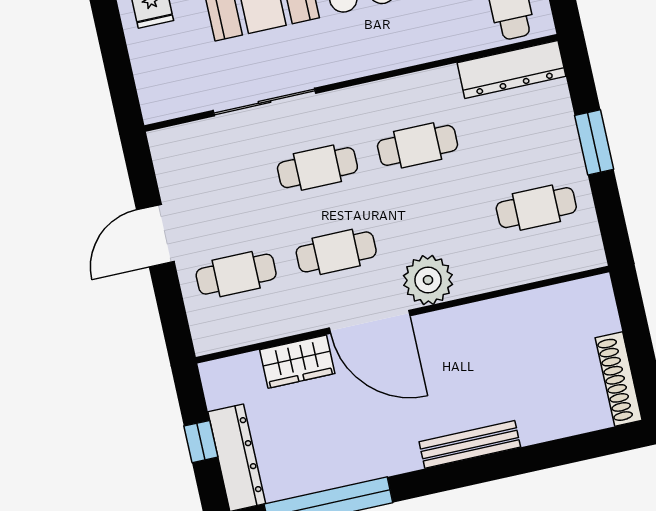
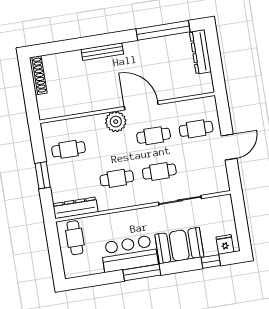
wardrobe: (297, 362) -> (173, 91), removed
window: (201, 442) -> (215, 59), removed

